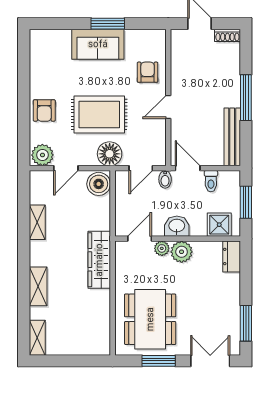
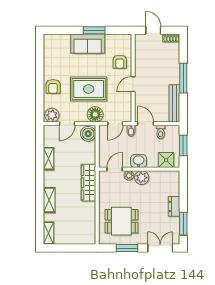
armchair: (148, 72) -> (120, 62), turned 180
dresser: (232, 256) -> (174, 206), moved
dining table: (150, 319) -> (121, 221), width x0.73

